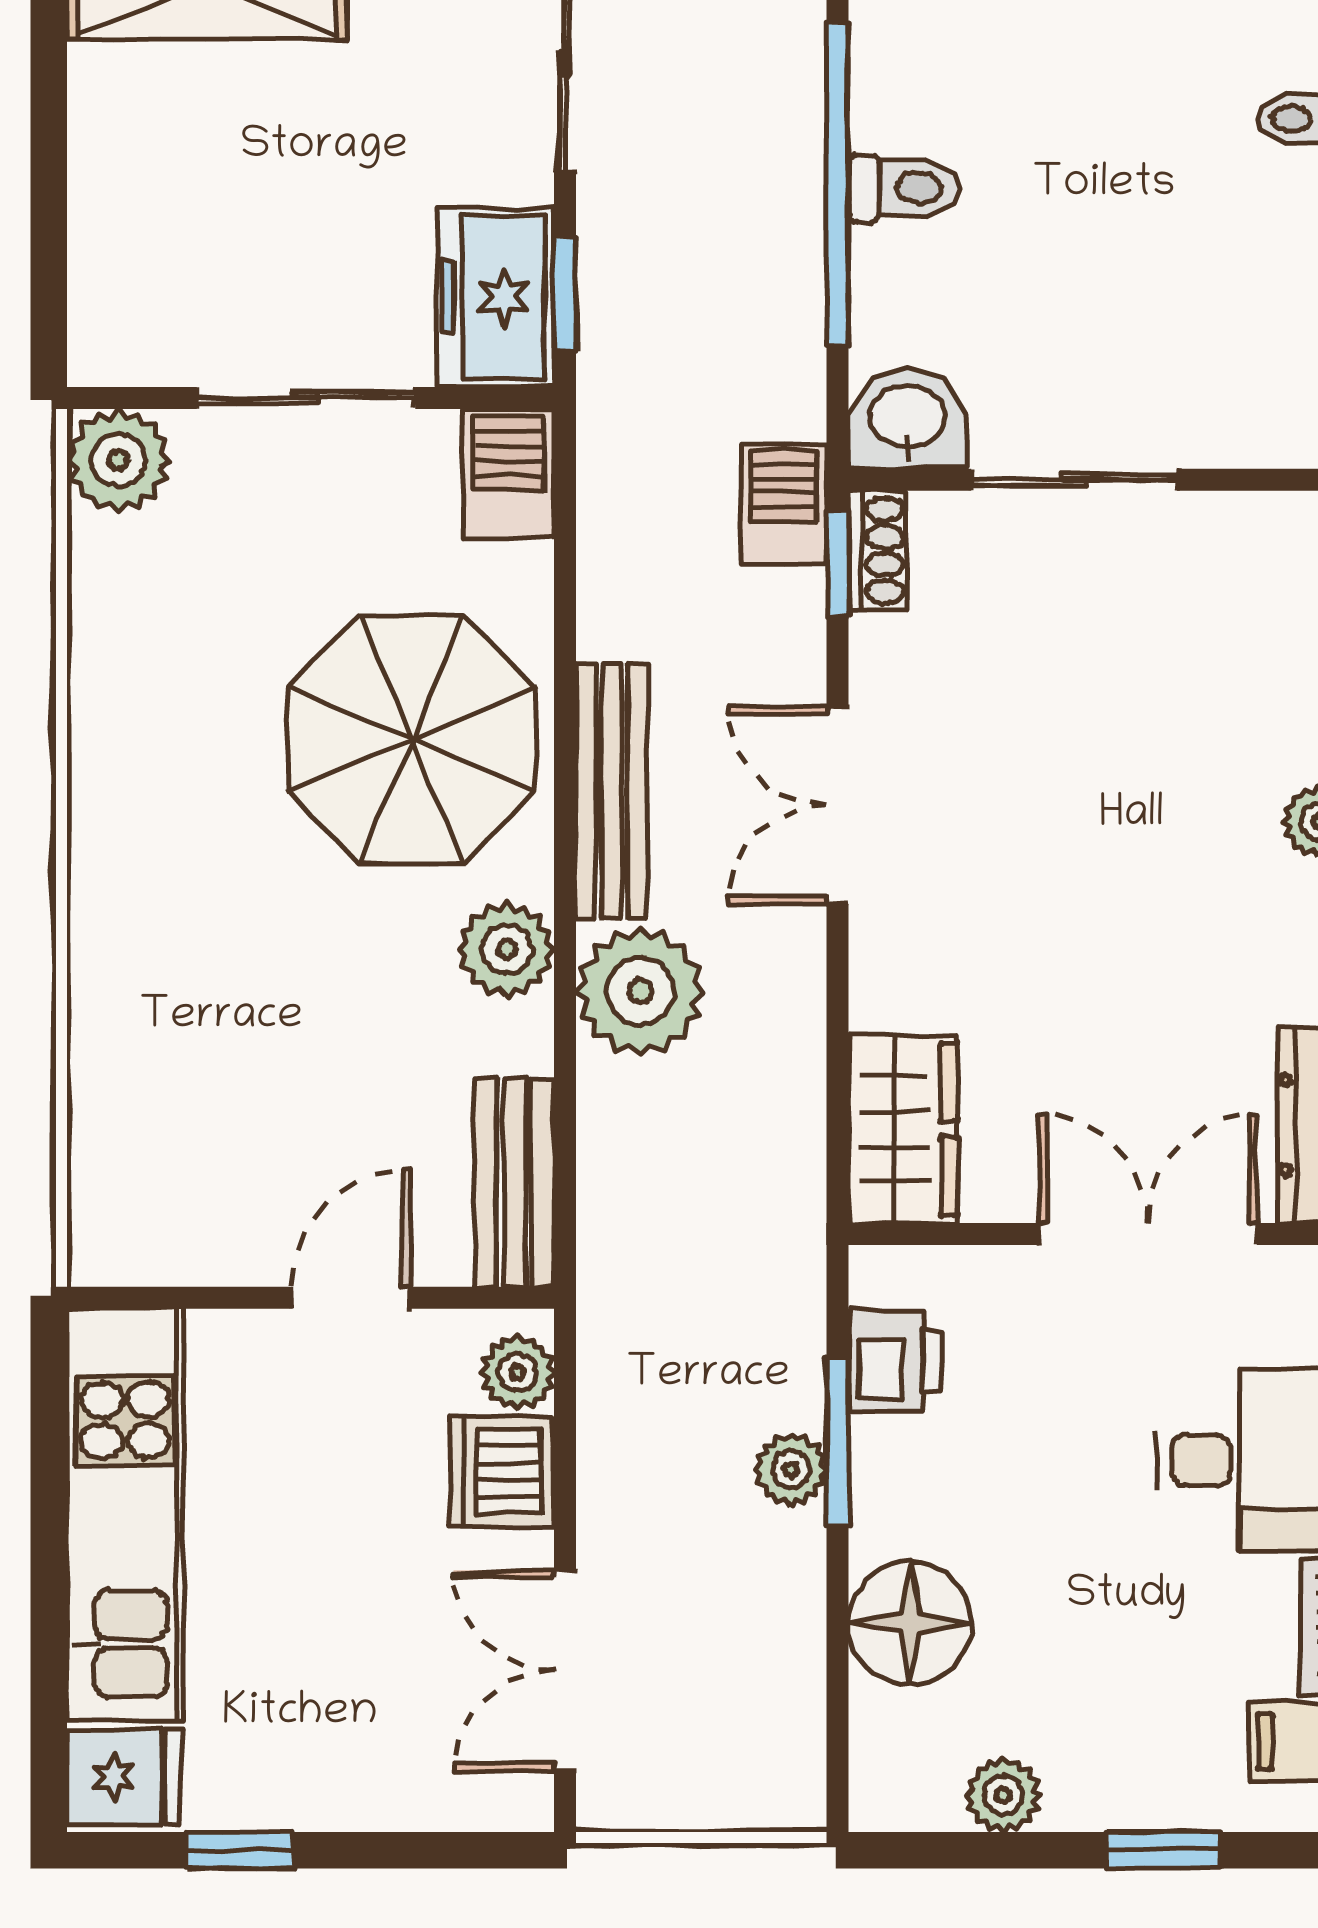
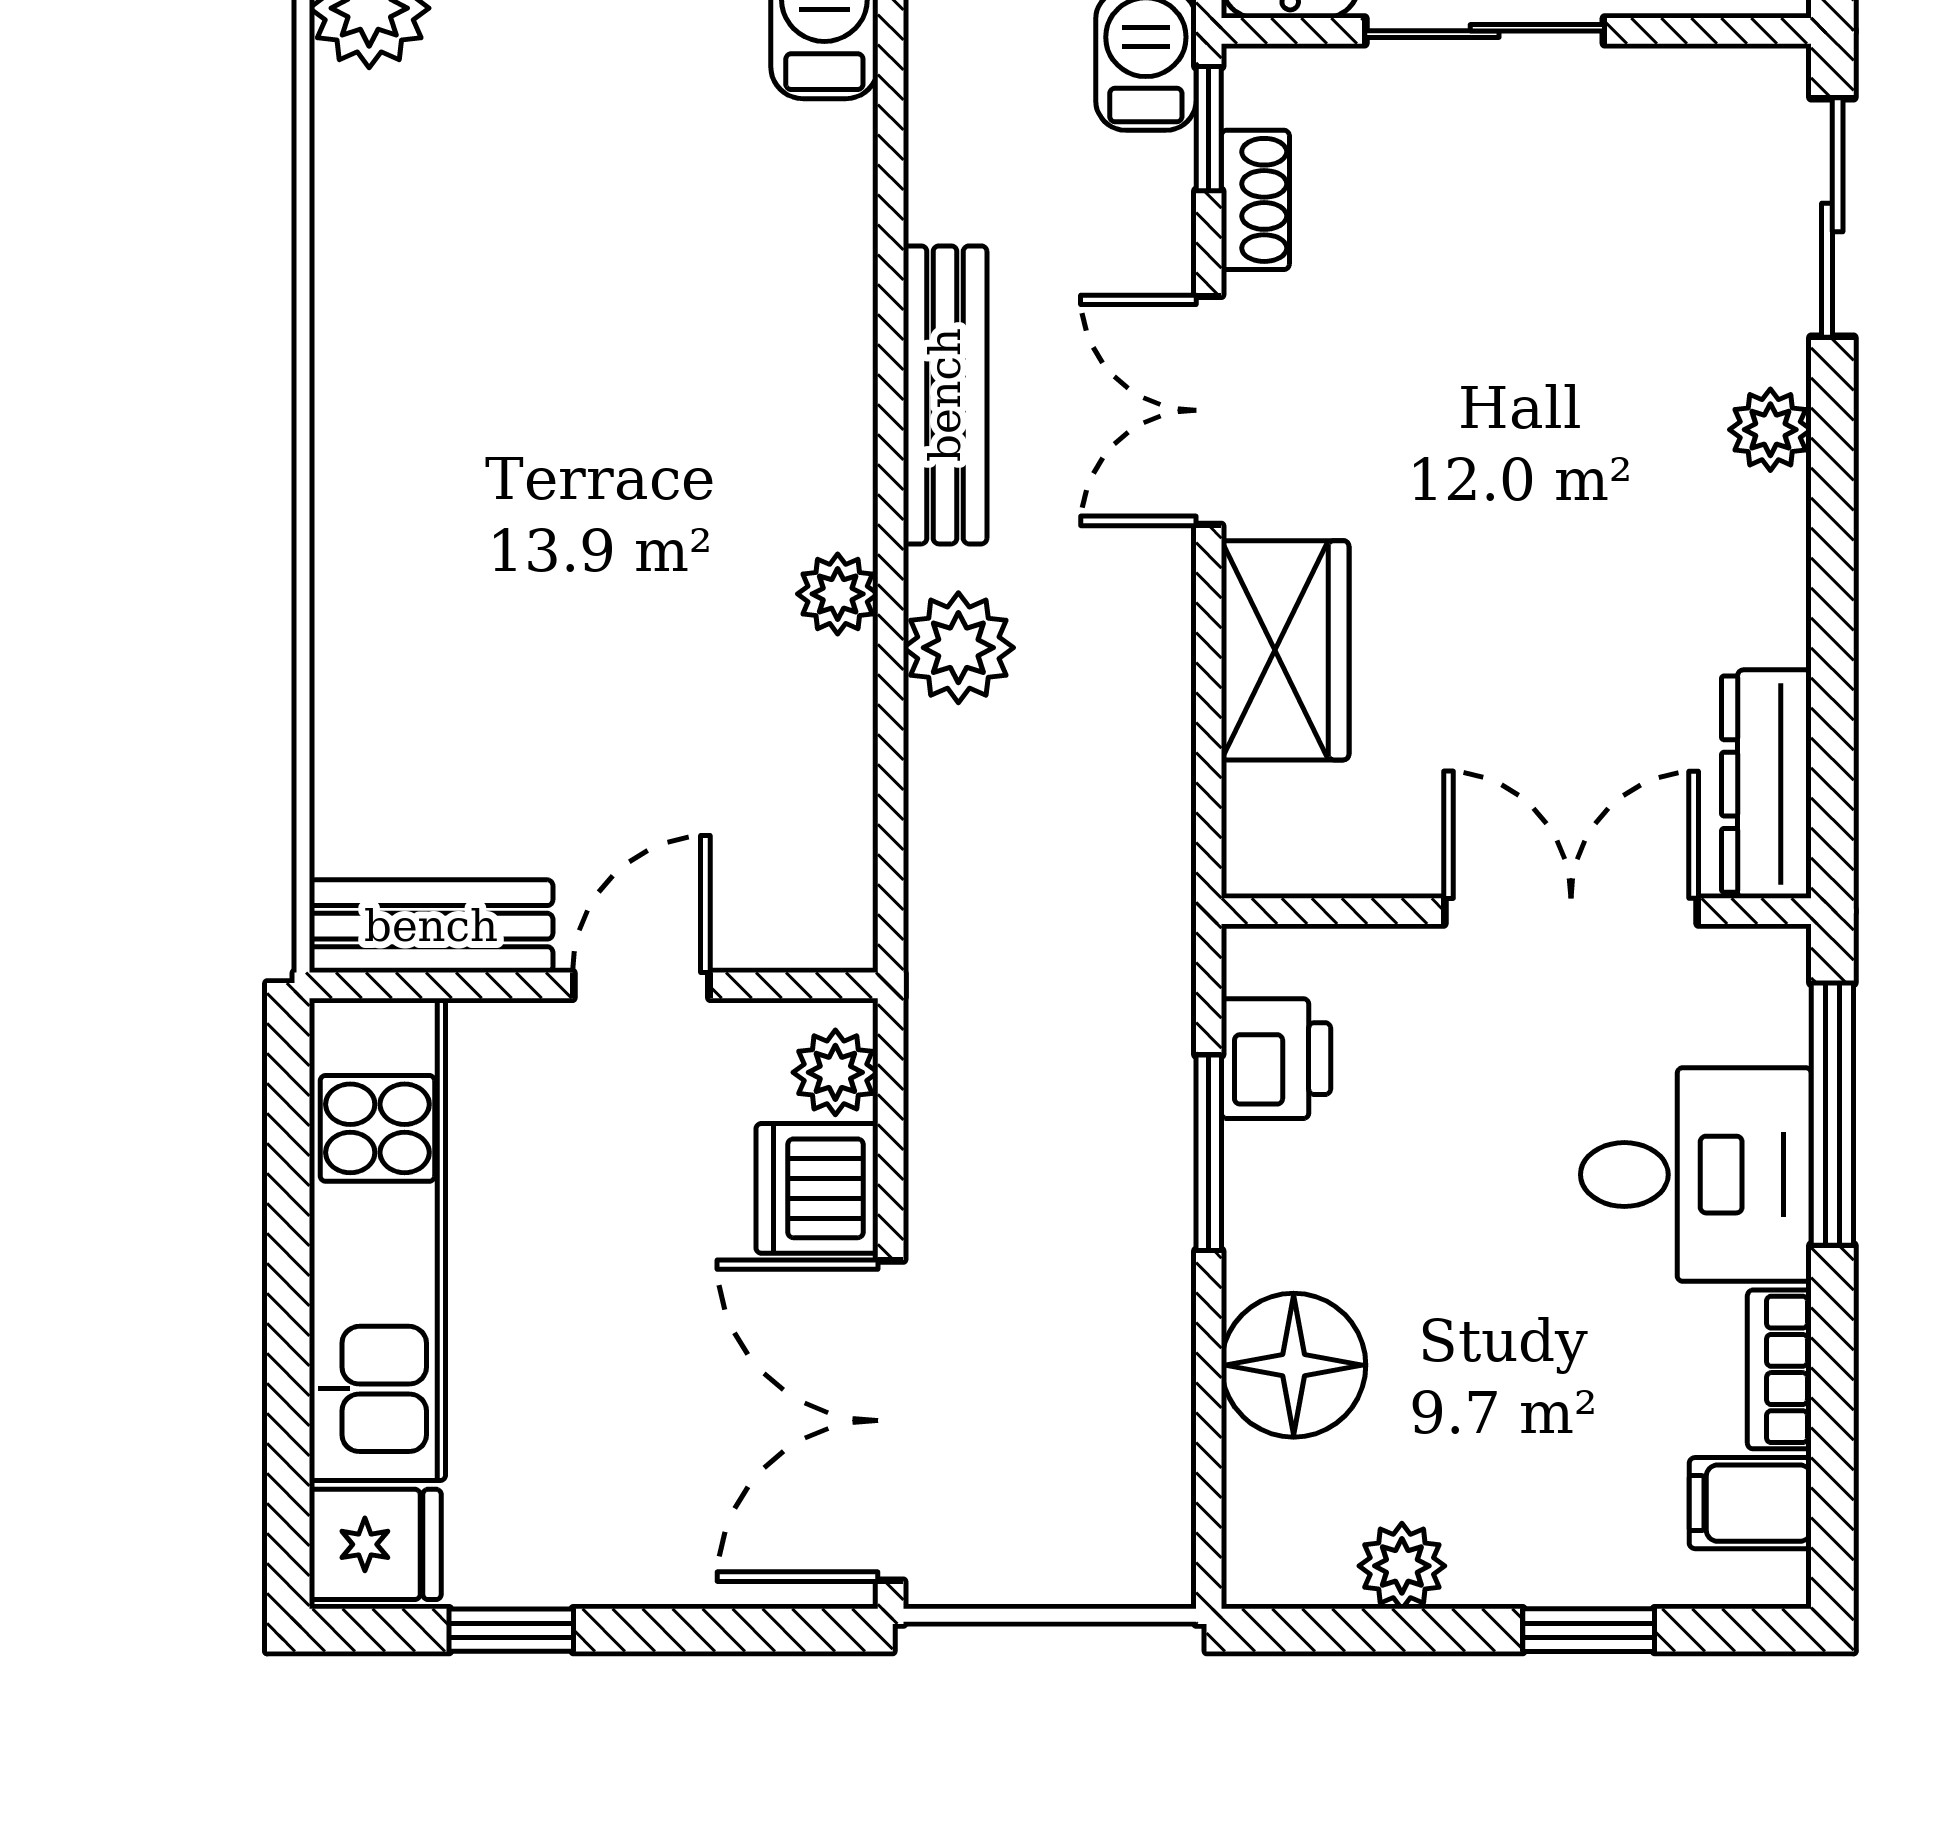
shoe rack: (878, 550) -> (1255, 200), moved
parasol: (412, 740) -> (712, 334), removed
plant: (507, 949) -> (838, 594), width x0.73, depth x0.73
plant: (640, 991) -> (958, 648), width x0.73, depth x0.73
wardrobe: (903, 1129) -> (1285, 650), moved
bench: (514, 1183) -> (431, 926), moved, turned 90
plant: (791, 1470) -> (1154, 1186), removed
double door: (565, 1671) -> (891, 1421), width x1.37

